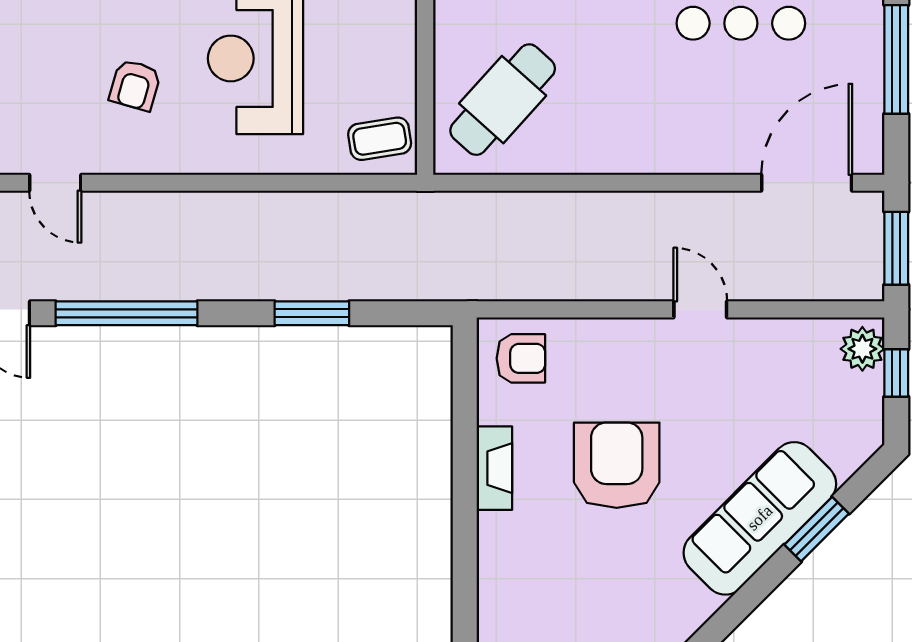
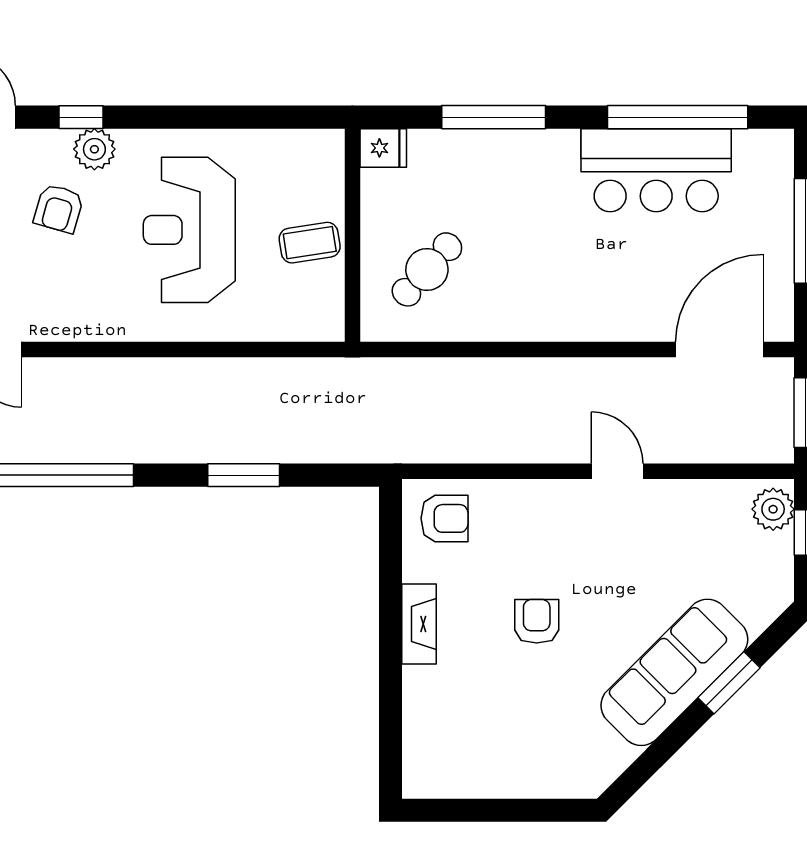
armchair: (135, 85) -> (59, 208), moved
cafe table: (503, 100) -> (427, 269), width x0.73, depth x0.74
coffee table: (380, 139) -> (310, 243), moved
armchair: (617, 465) -> (537, 621), width x0.53, depth x0.53

